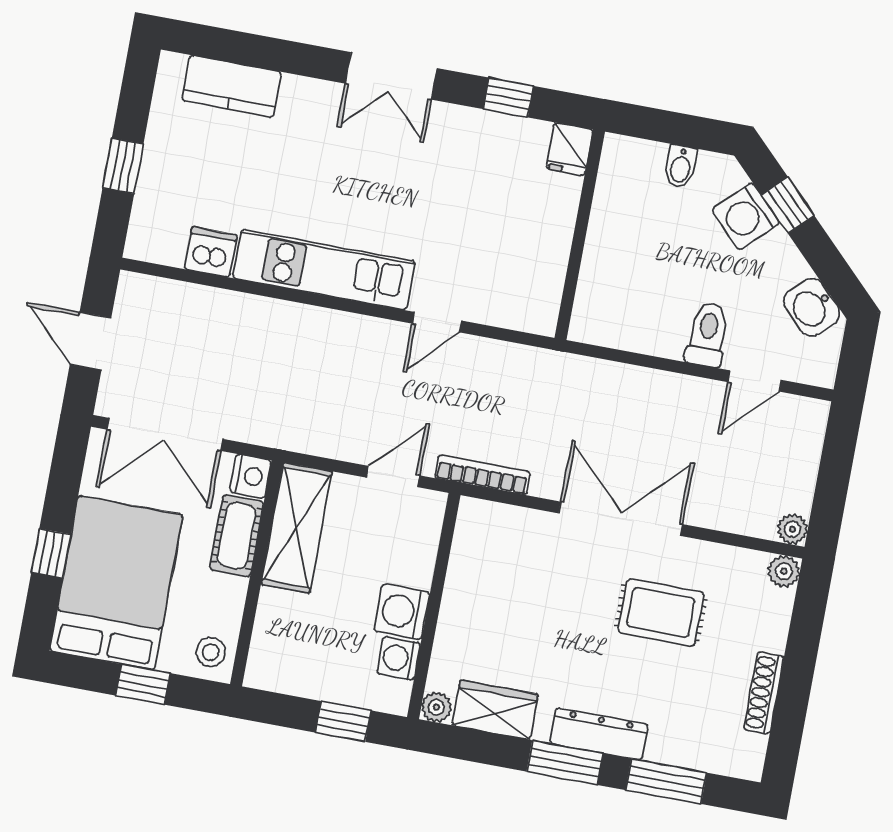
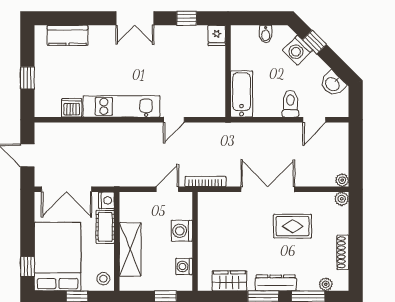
bathtub: (601, 292) -> (242, 94), added
shelving: (297, 528) -> (130, 249), moved
window: (51, 553) -> (27, 267), moved
washing machine: (402, 612) -> (182, 231), moved
plant: (436, 707) -> (326, 284), moved

